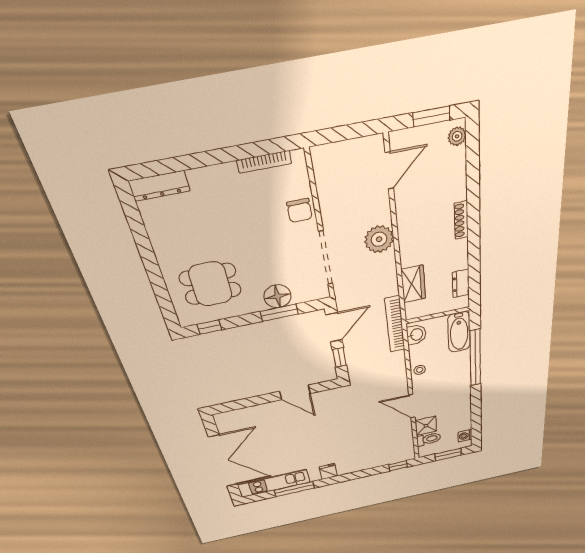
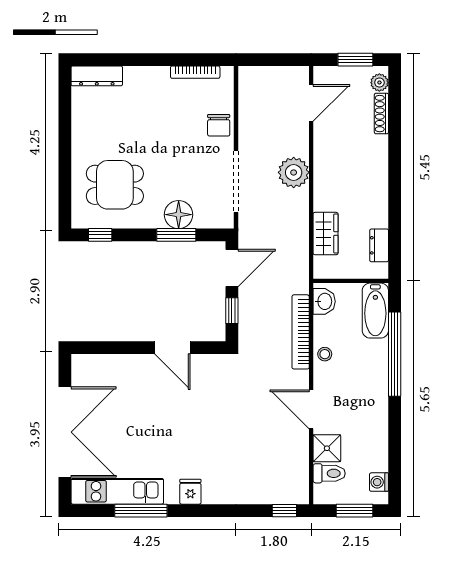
shoe rack: (461, 220) -> (381, 114), moved
bookcase: (395, 324) -> (301, 332), moved

